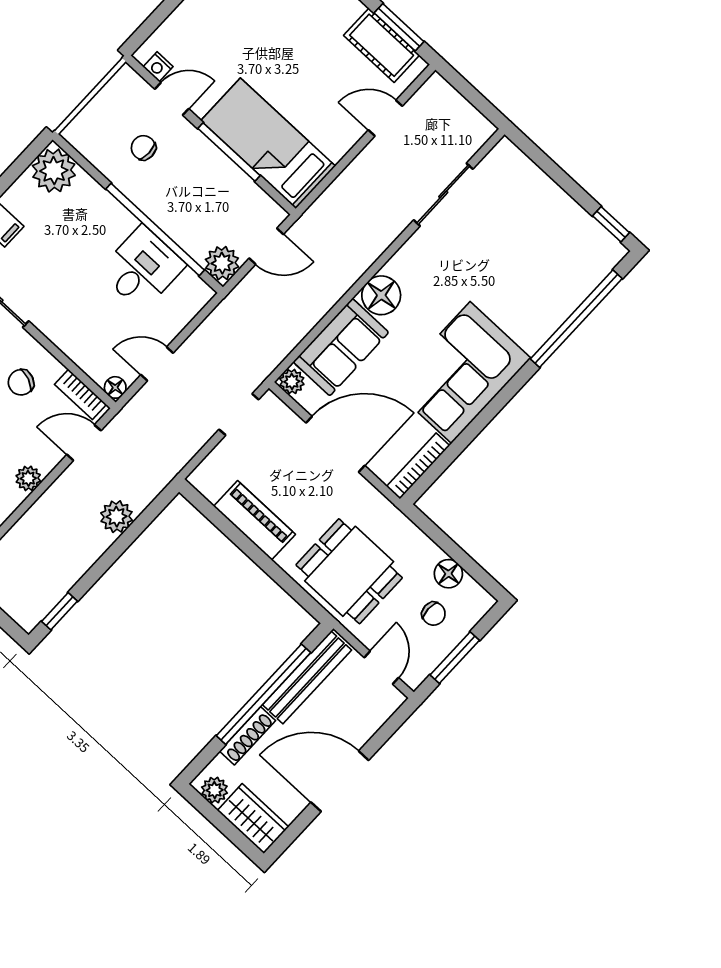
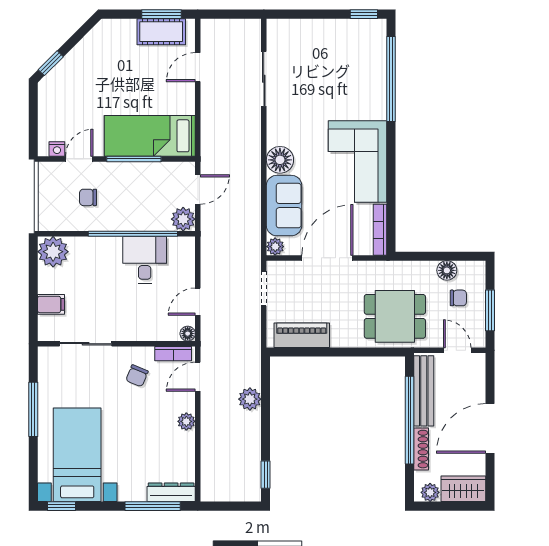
piano: (254, 520) -> (302, 335), moved

